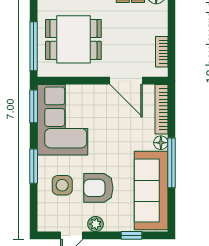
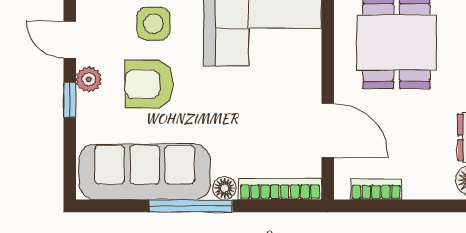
door: (126, 81) -> (328, 130), swing flipped
armchair: (98, 188) -> (149, 84), turned -90
window: (131, 235) -> (70, 100), moved

